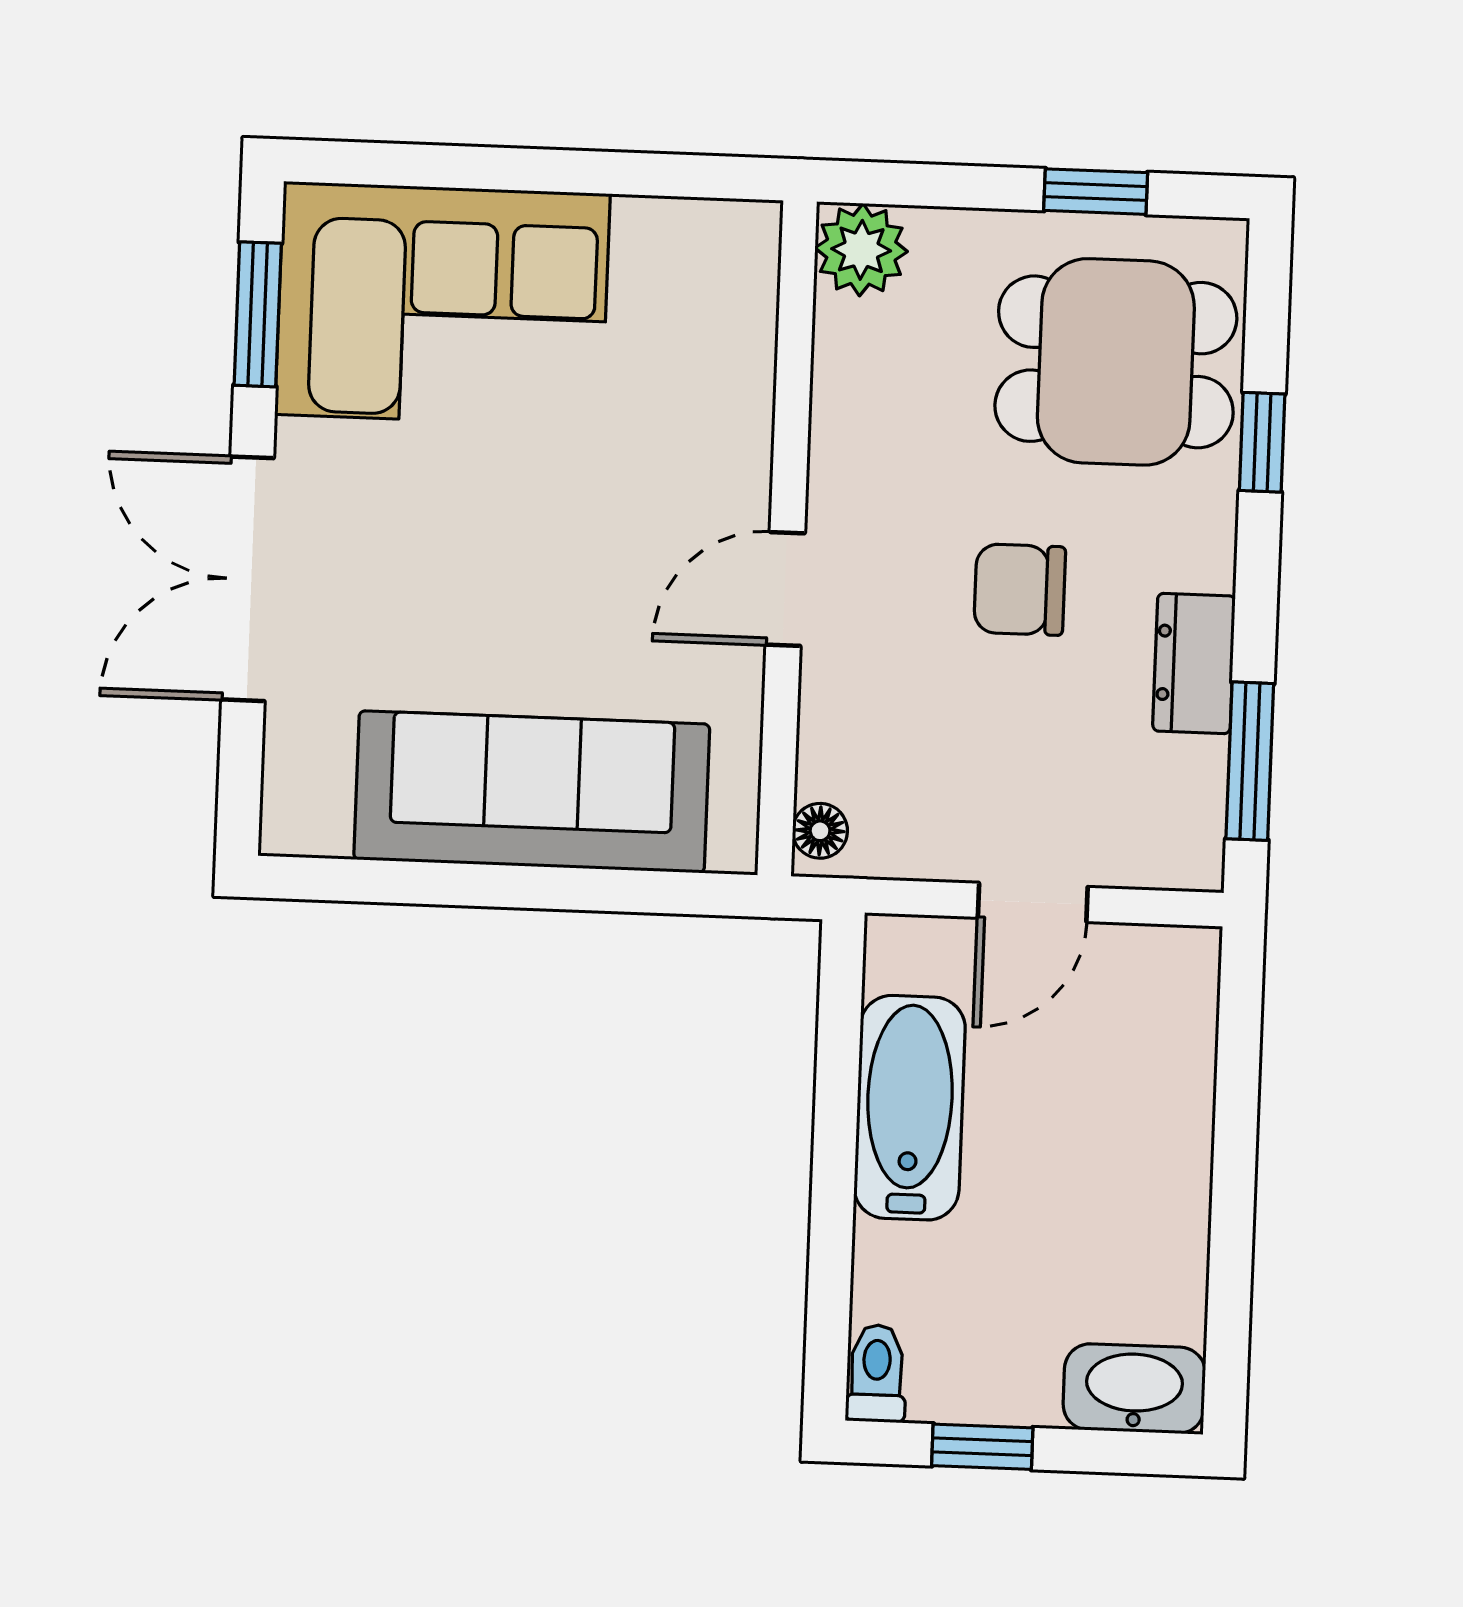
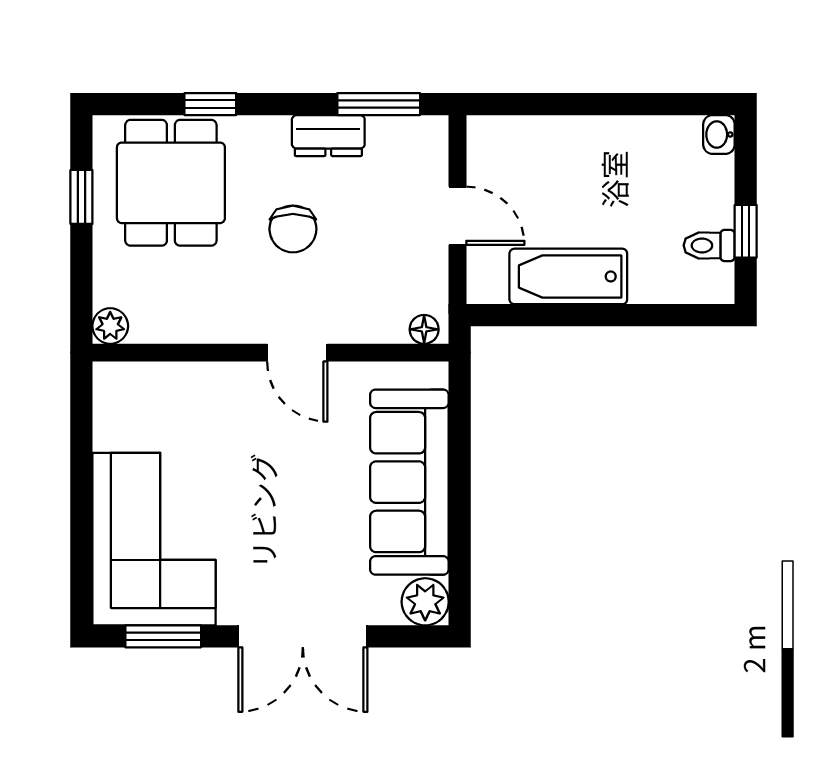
plant: (861, 250) -> (110, 326), width x0.73, depth x0.73
plant: (304, 813) -> (425, 602), added
toilet: (877, 1373) -> (709, 245), moved
washbasin: (1134, 1389) -> (719, 135), width x0.52, depth x0.69

